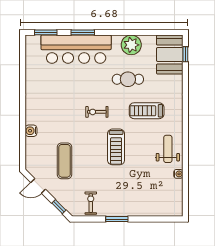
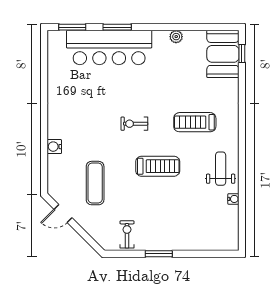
plant: (131, 45) -> (176, 37), width x0.53, depth x0.53
cafe table: (128, 79) -> (172, 84), removed
treadmill: (116, 147) -> (158, 166), turned -90
window: (59, 207) -> (88, 239), removed

